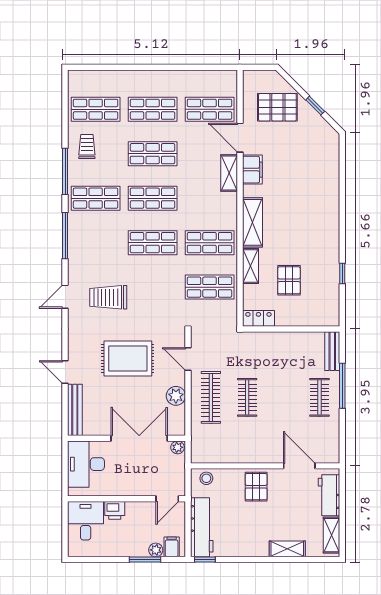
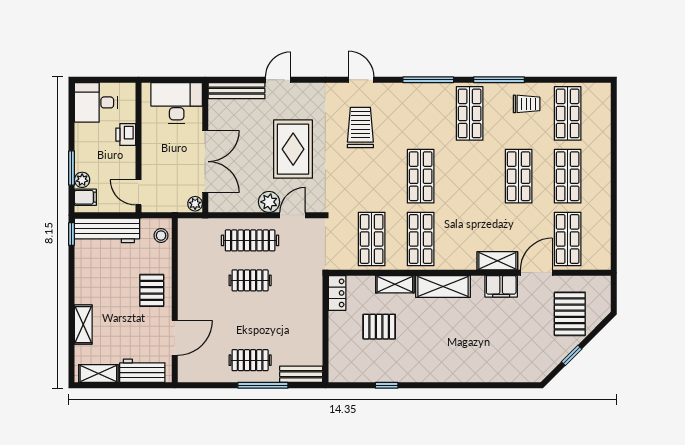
shop shelf: (153, 198) -> (470, 176), removed
plant: (176, 396) -> (269, 202), moved
pallet: (256, 487) -> (152, 290), turned 90
desk: (86, 521) -> (96, 102), moved, turned 180

